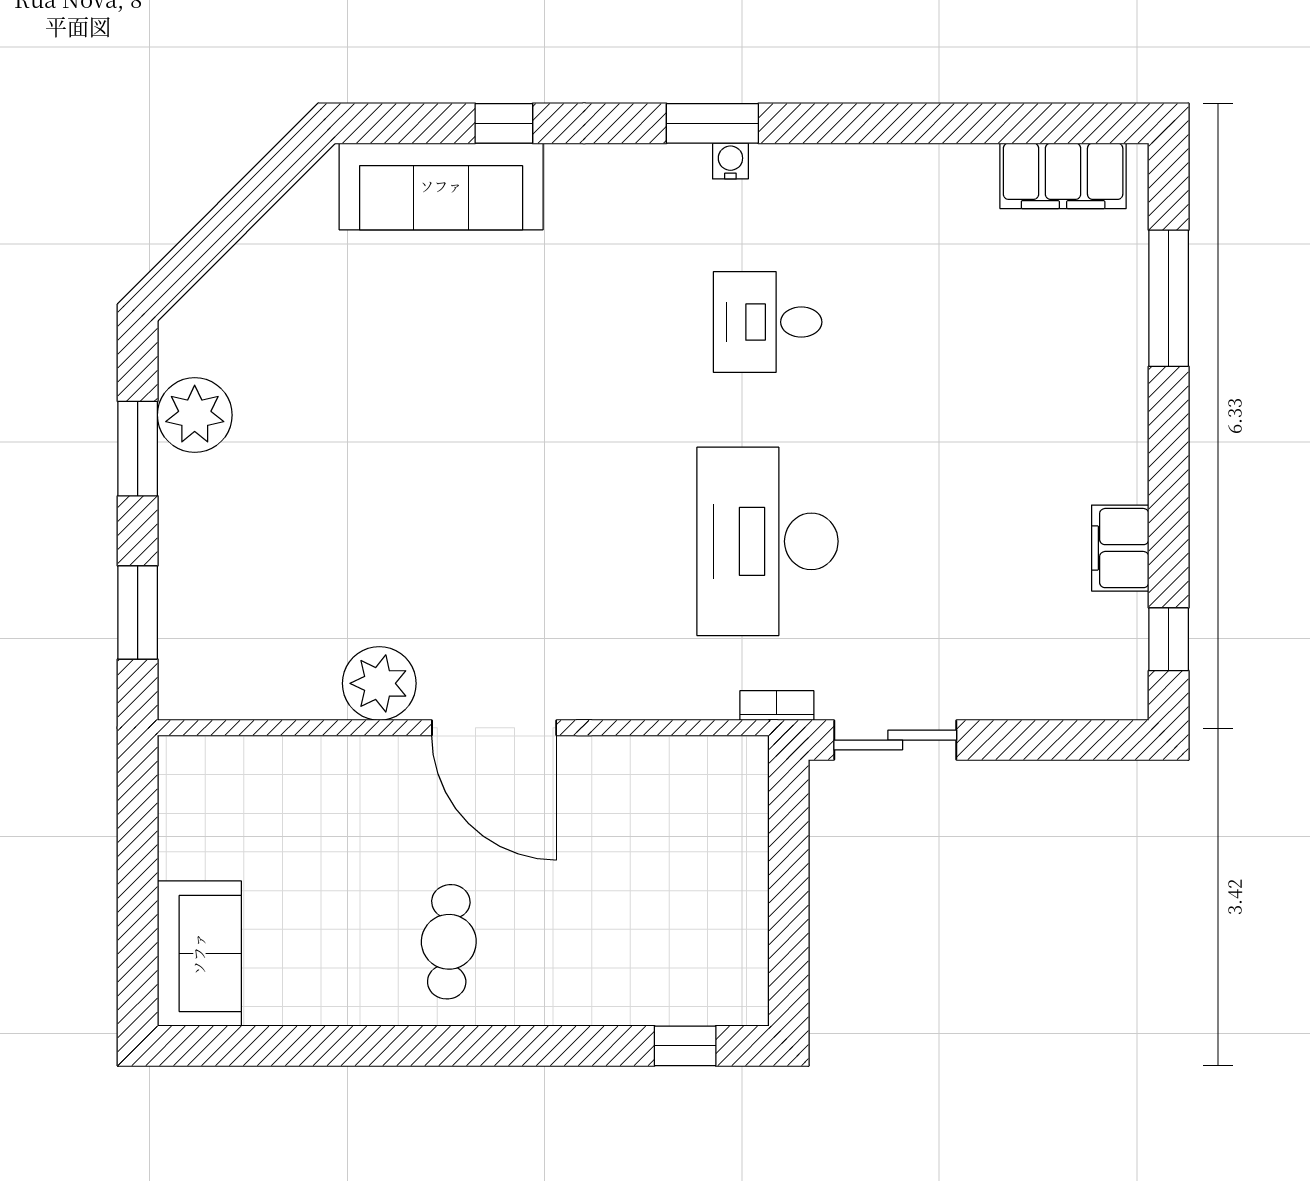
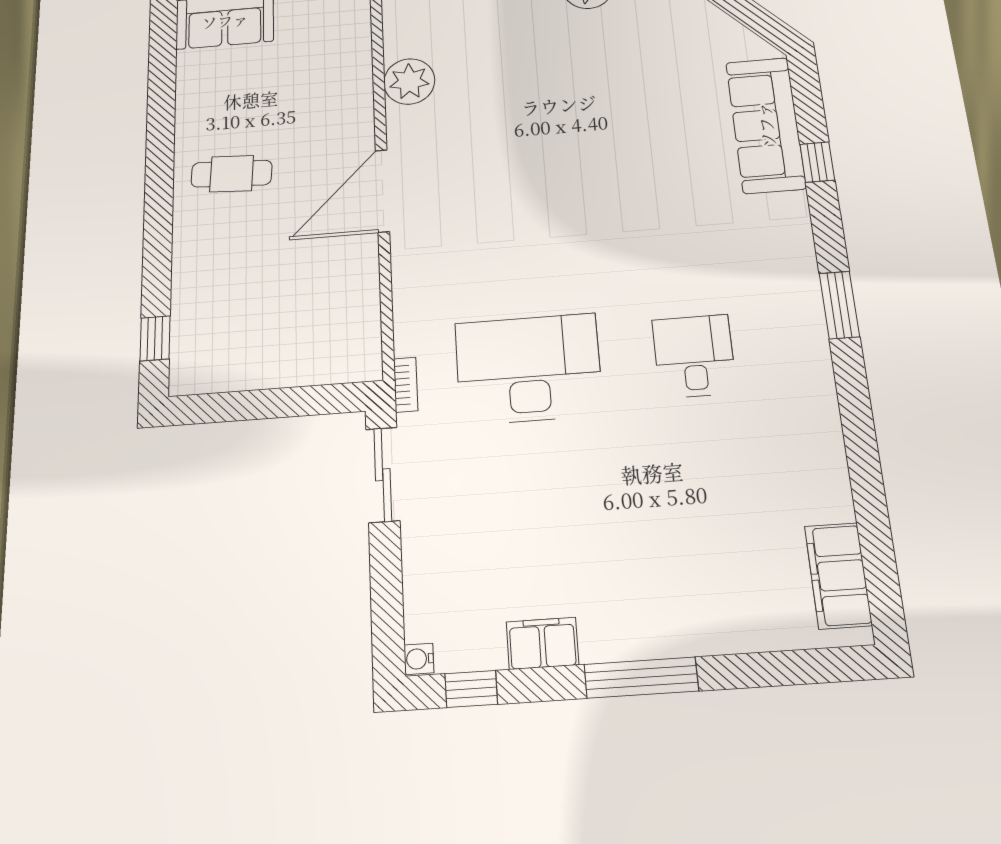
water cooler: (730, 161) -> (419, 659), moved, turned 180
window: (1169, 298) -> (641, 678), moved
plant: (379, 683) -> (409, 81), moved

